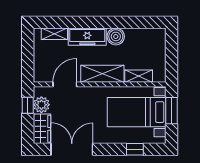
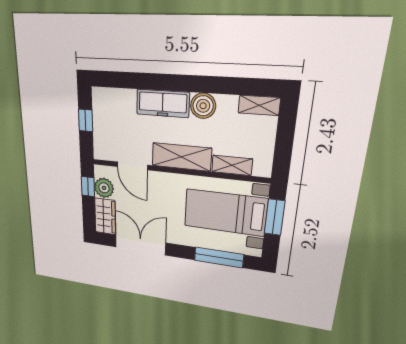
shelving: (54, 34) -> (259, 105), moved
window: (28, 53) -> (86, 120), added
door: (65, 84) -> (132, 166), swing flipped
window: (135, 149) -> (219, 257), width x2.17

